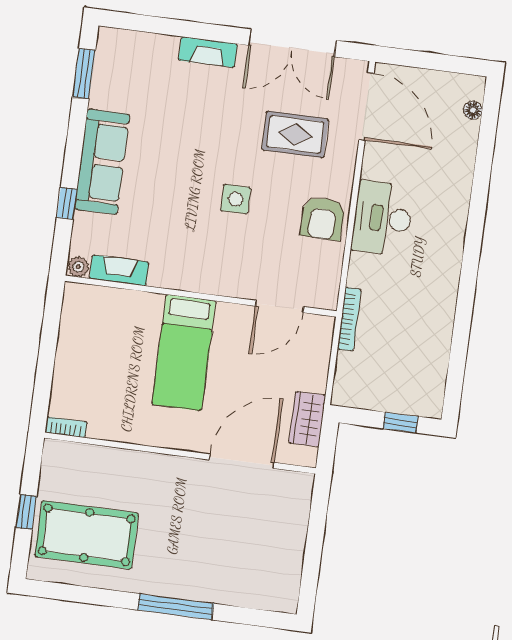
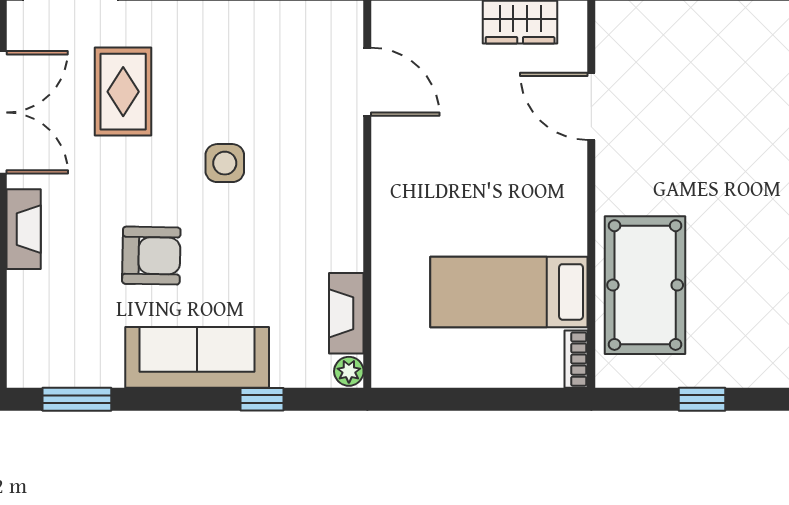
armchair: (323, 218) -> (151, 256), moved
bed: (184, 353) -> (509, 292), moved, turned 180
door: (242, 461) -> (591, 106), width x0.73
pool table: (87, 535) -> (645, 285), moved

